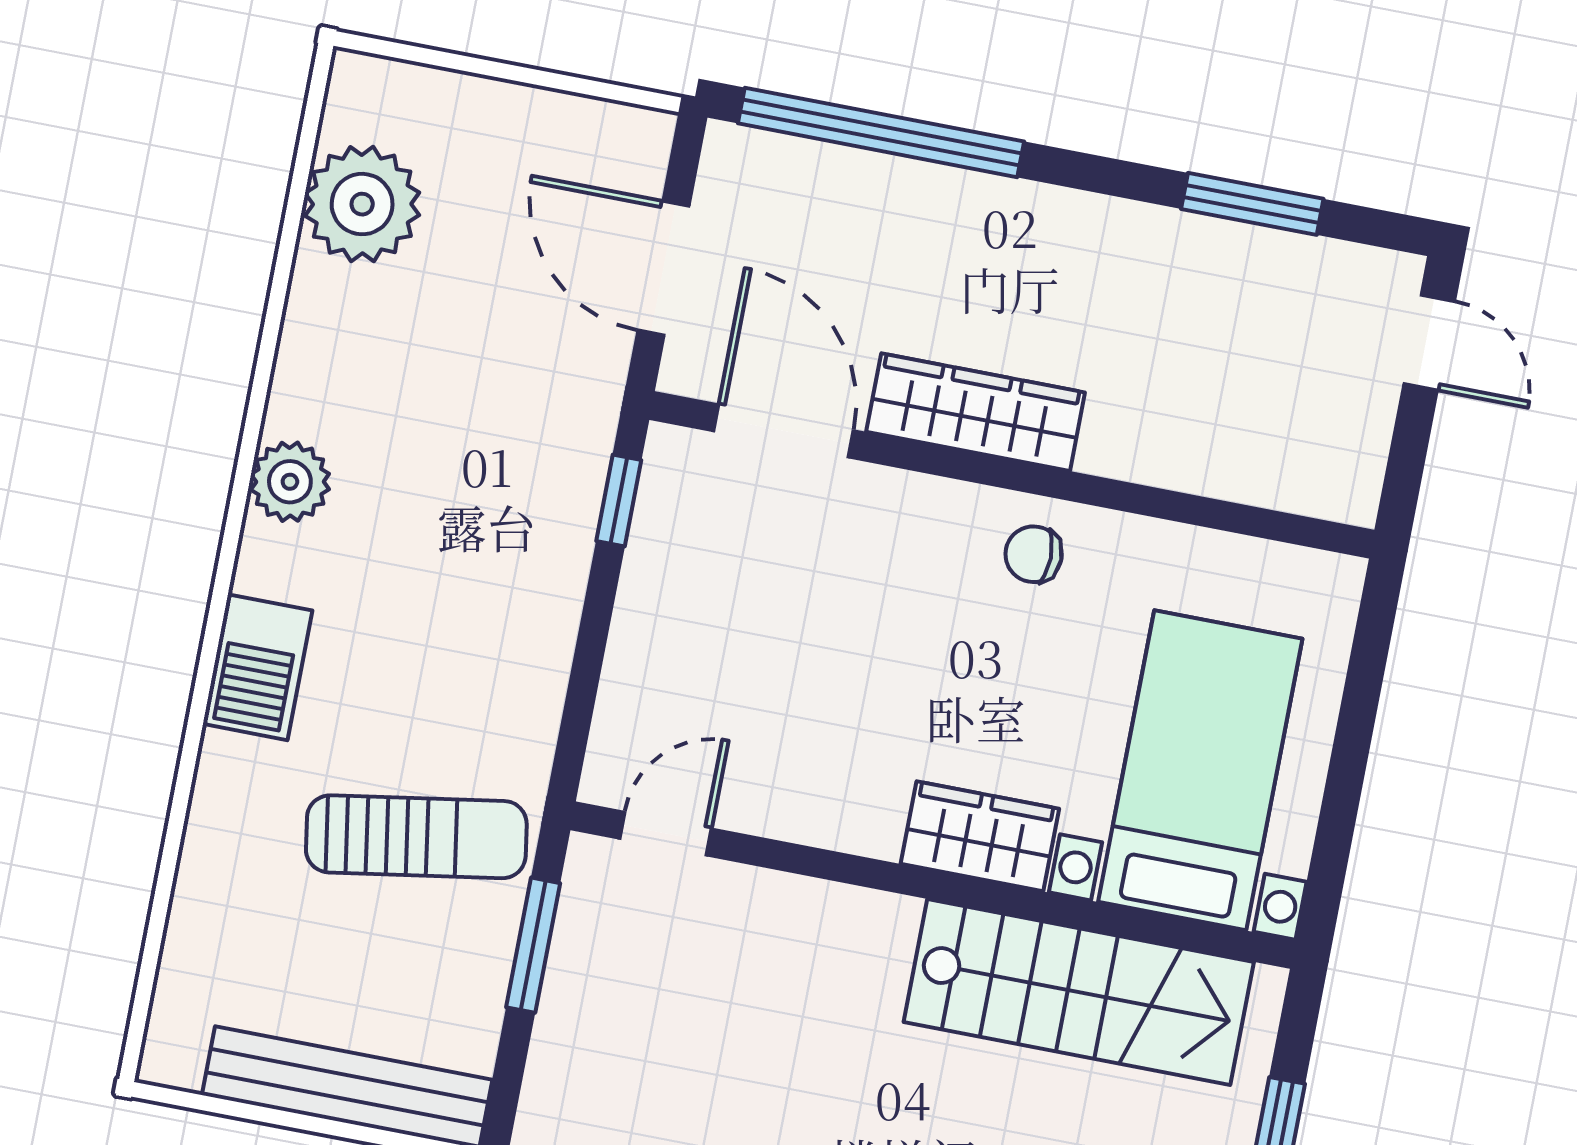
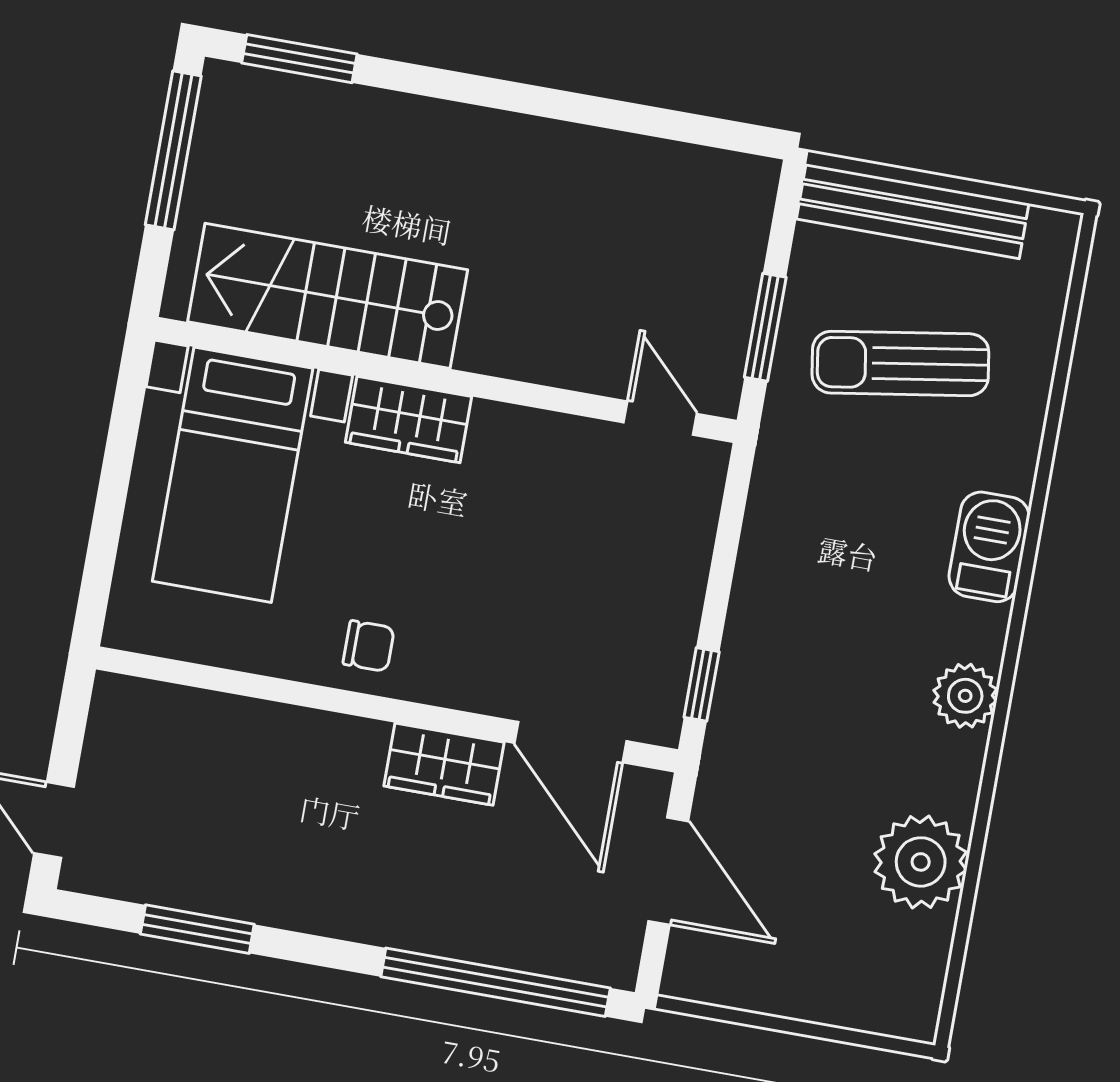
plant: (362, 204) -> (921, 862), moved
wardrobe: (976, 412) -> (444, 764), width x0.67
door: (666, 834) -> (660, 418), swing flipped
sun lounger: (416, 837) -> (900, 363), moved

